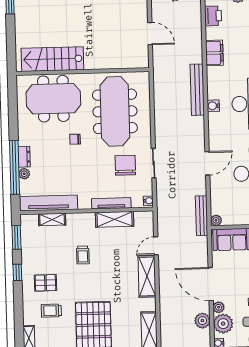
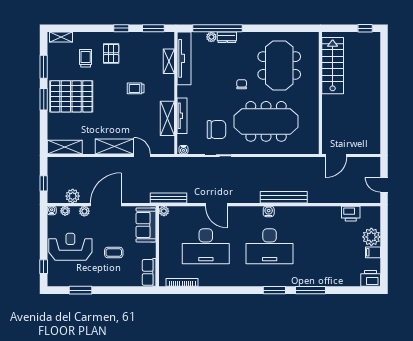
filing cabinet: (214, 53) -> (317, 214), removed
stairs: (52, 59) -> (333, 66), moved
wall: (83, 72) -> (320, 93), moved
plant: (223, 324) -> (65, 211), width x0.53, depth x0.53

